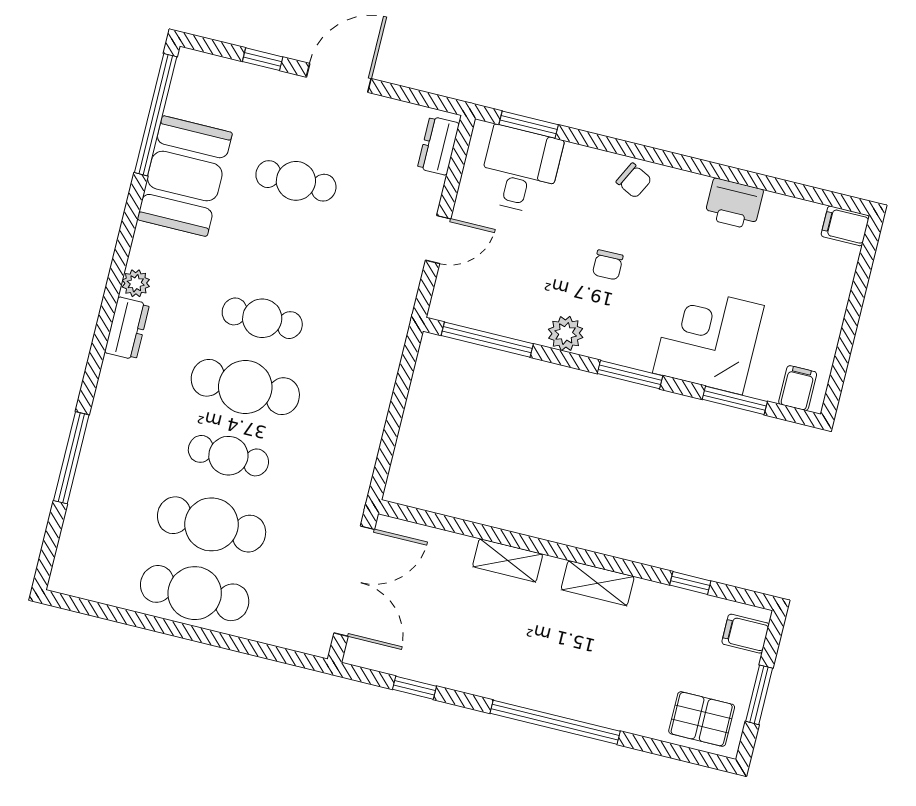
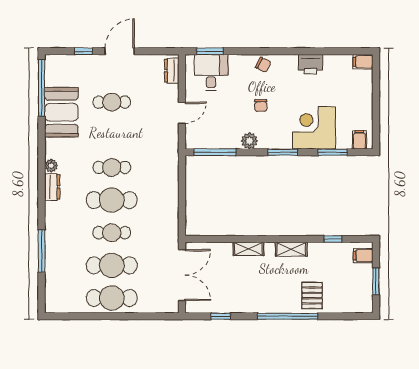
pallet: (702, 719) -> (312, 295), moved, turned 90

